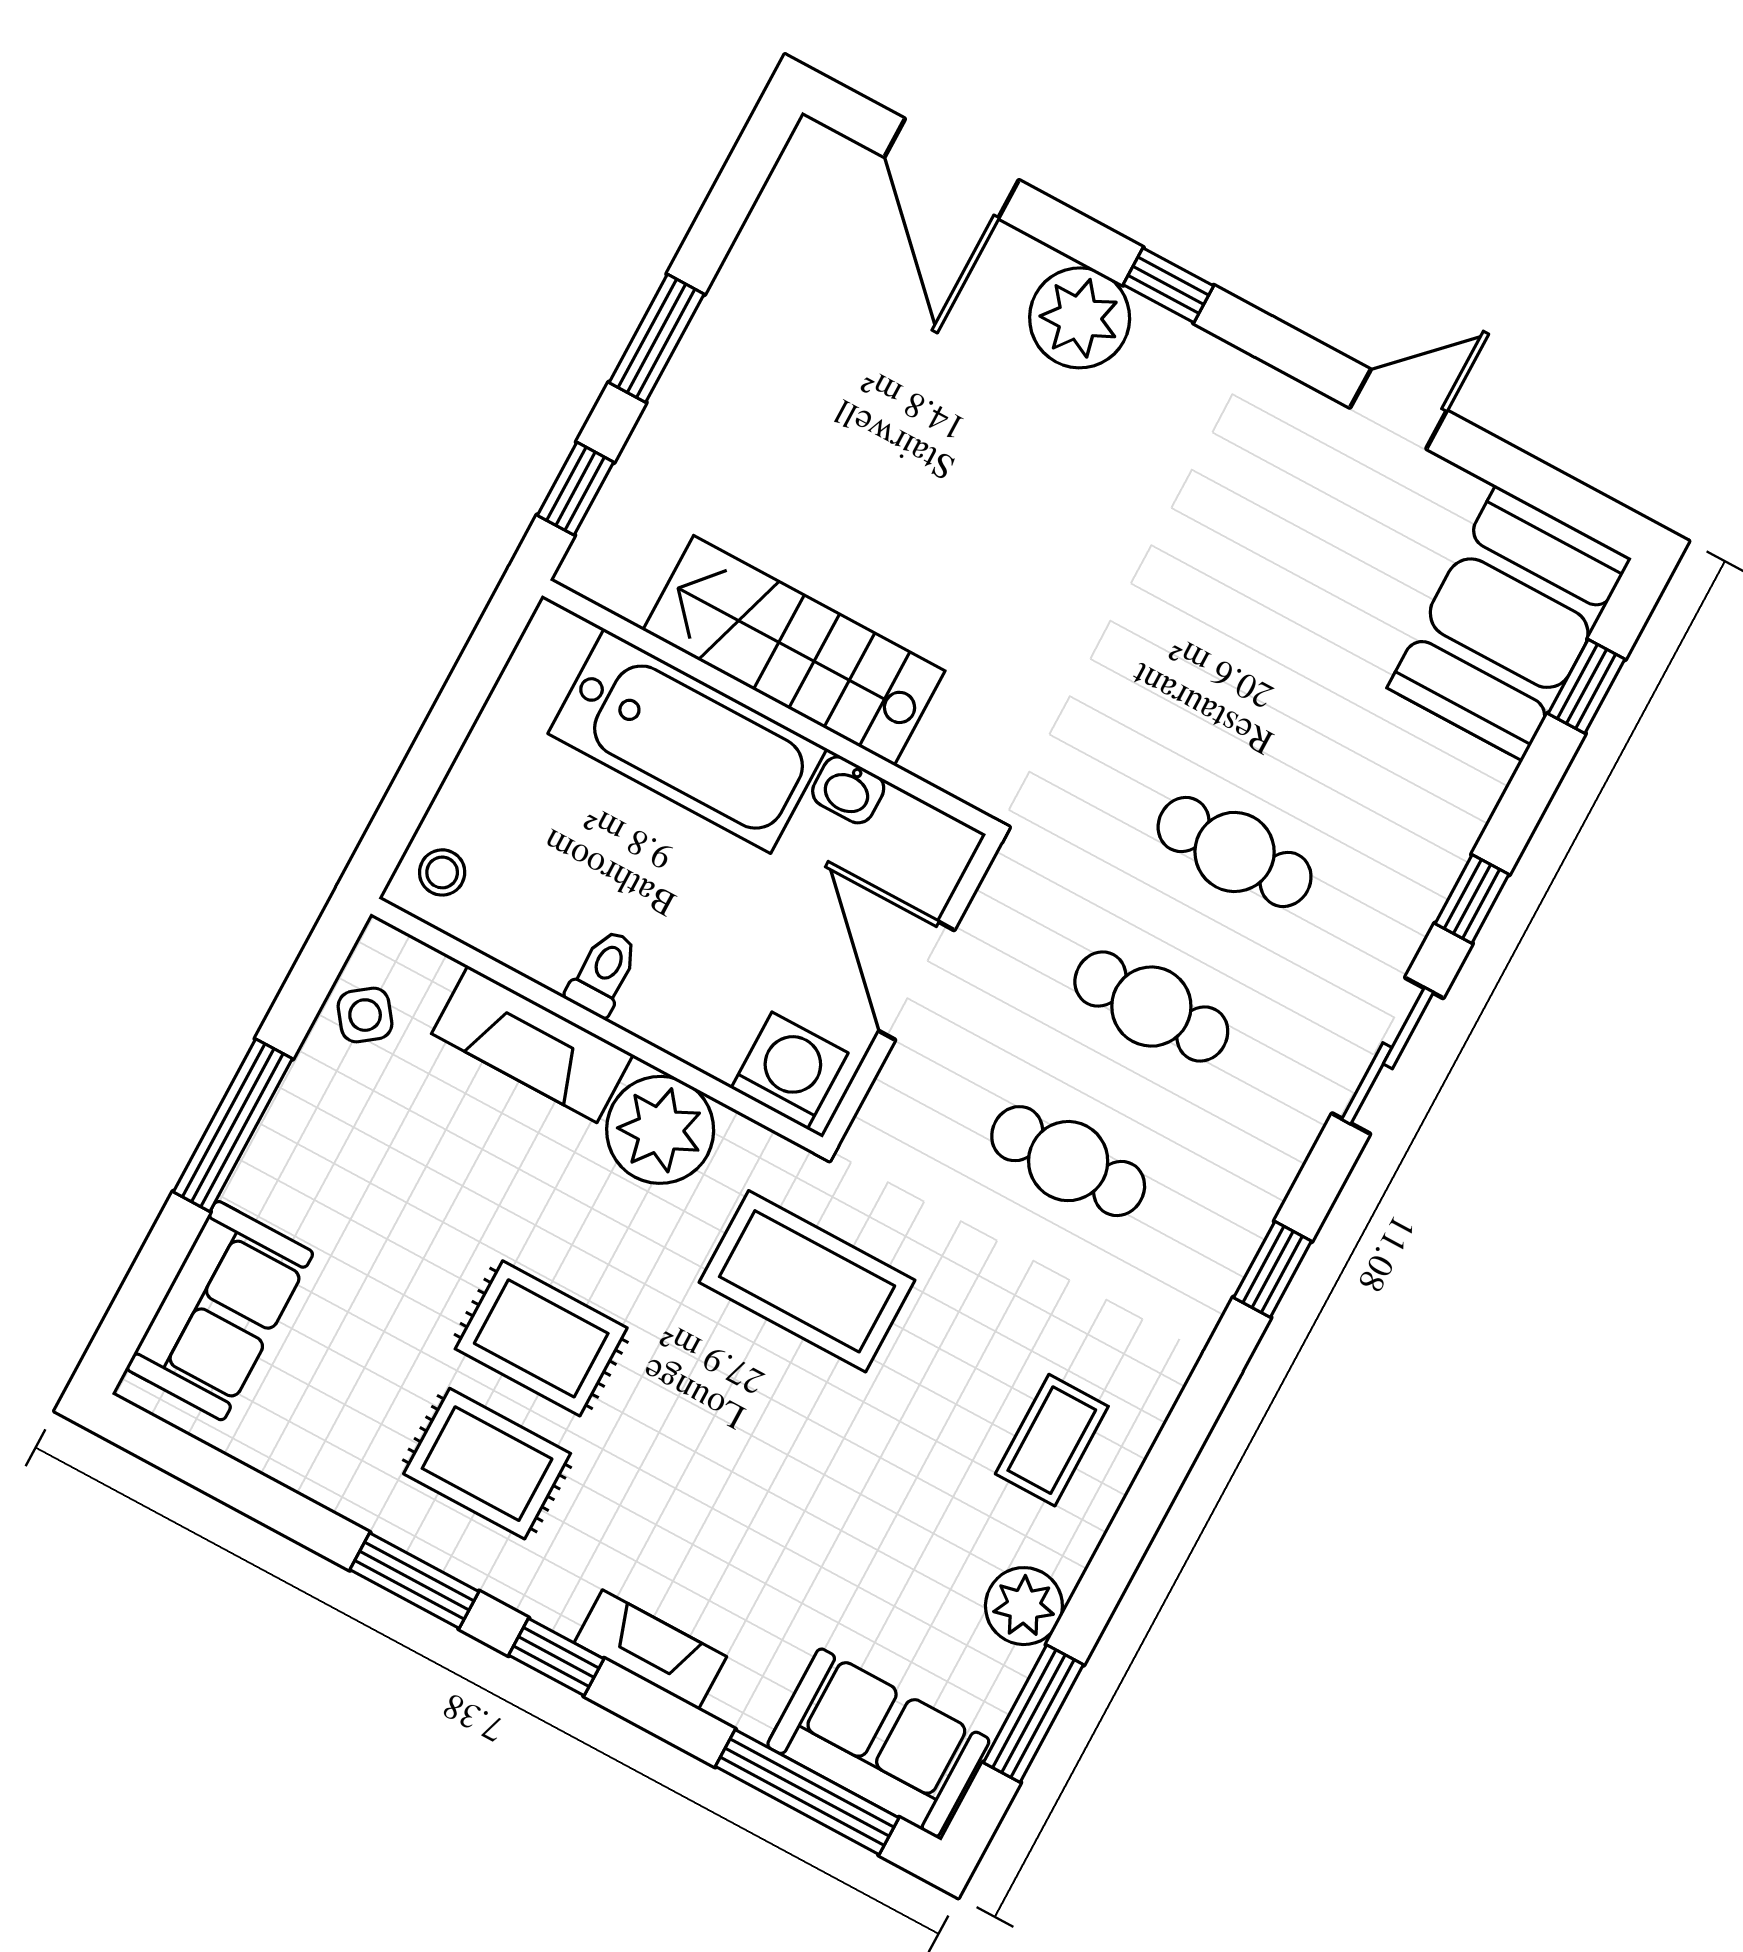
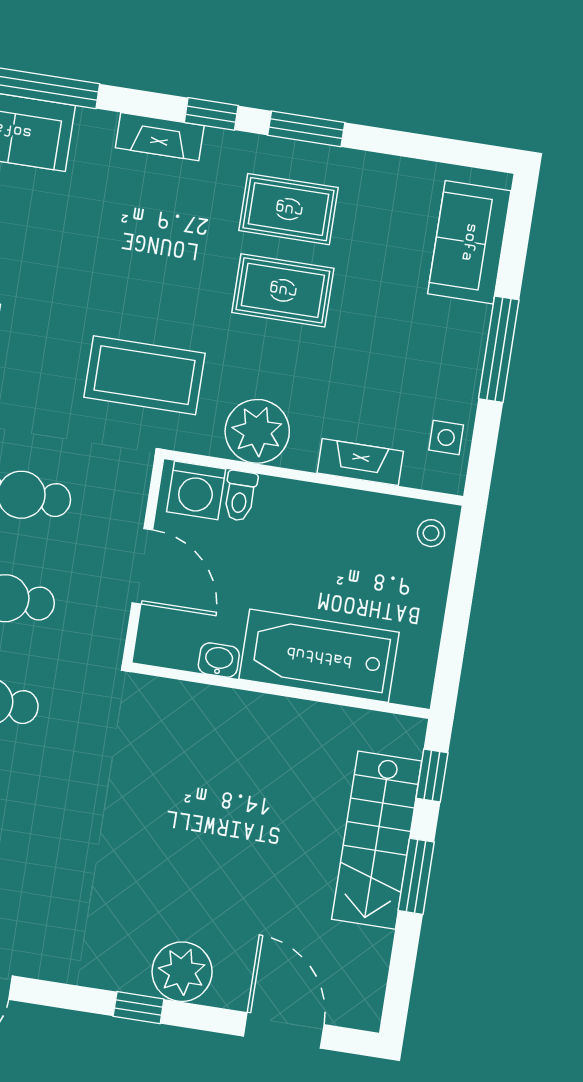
stairs: (794, 651) -> (377, 840), moved, turned 90
toilet: (603, 973) -> (240, 496), moved
side table: (365, 1015) -> (446, 437), turned 37
fireplace: (532, 1044) -> (360, 462), width x0.73, depth x0.76

